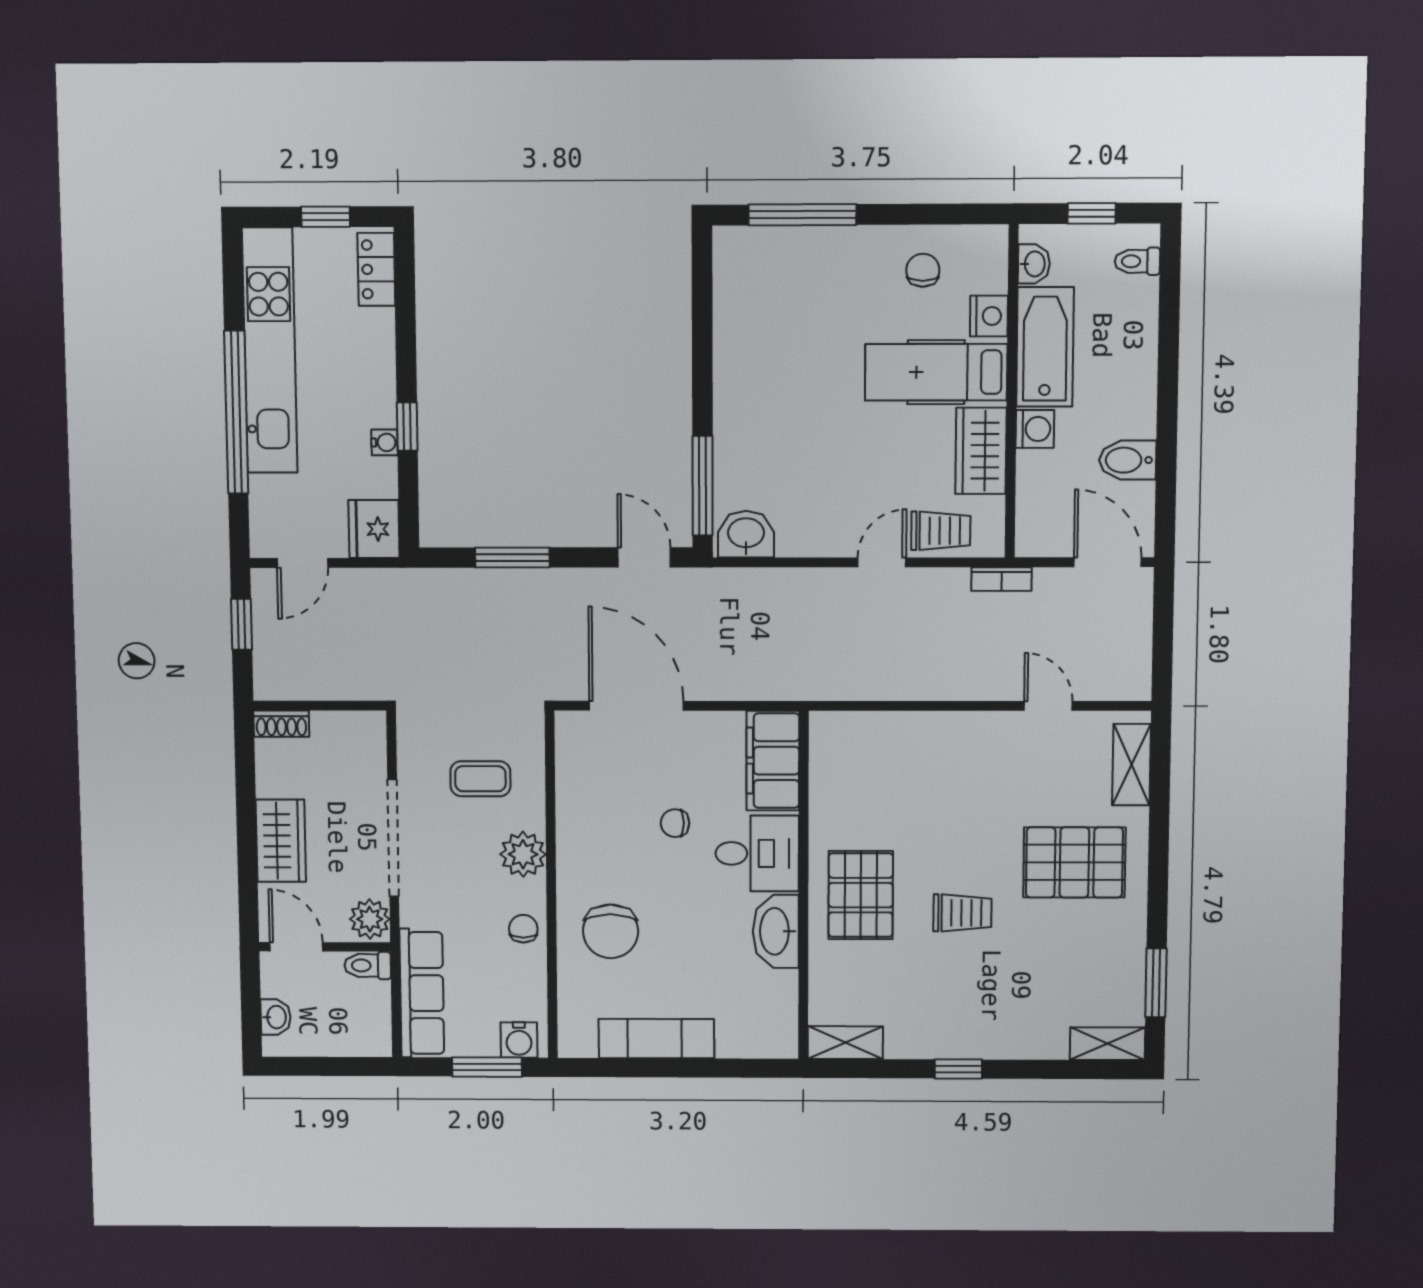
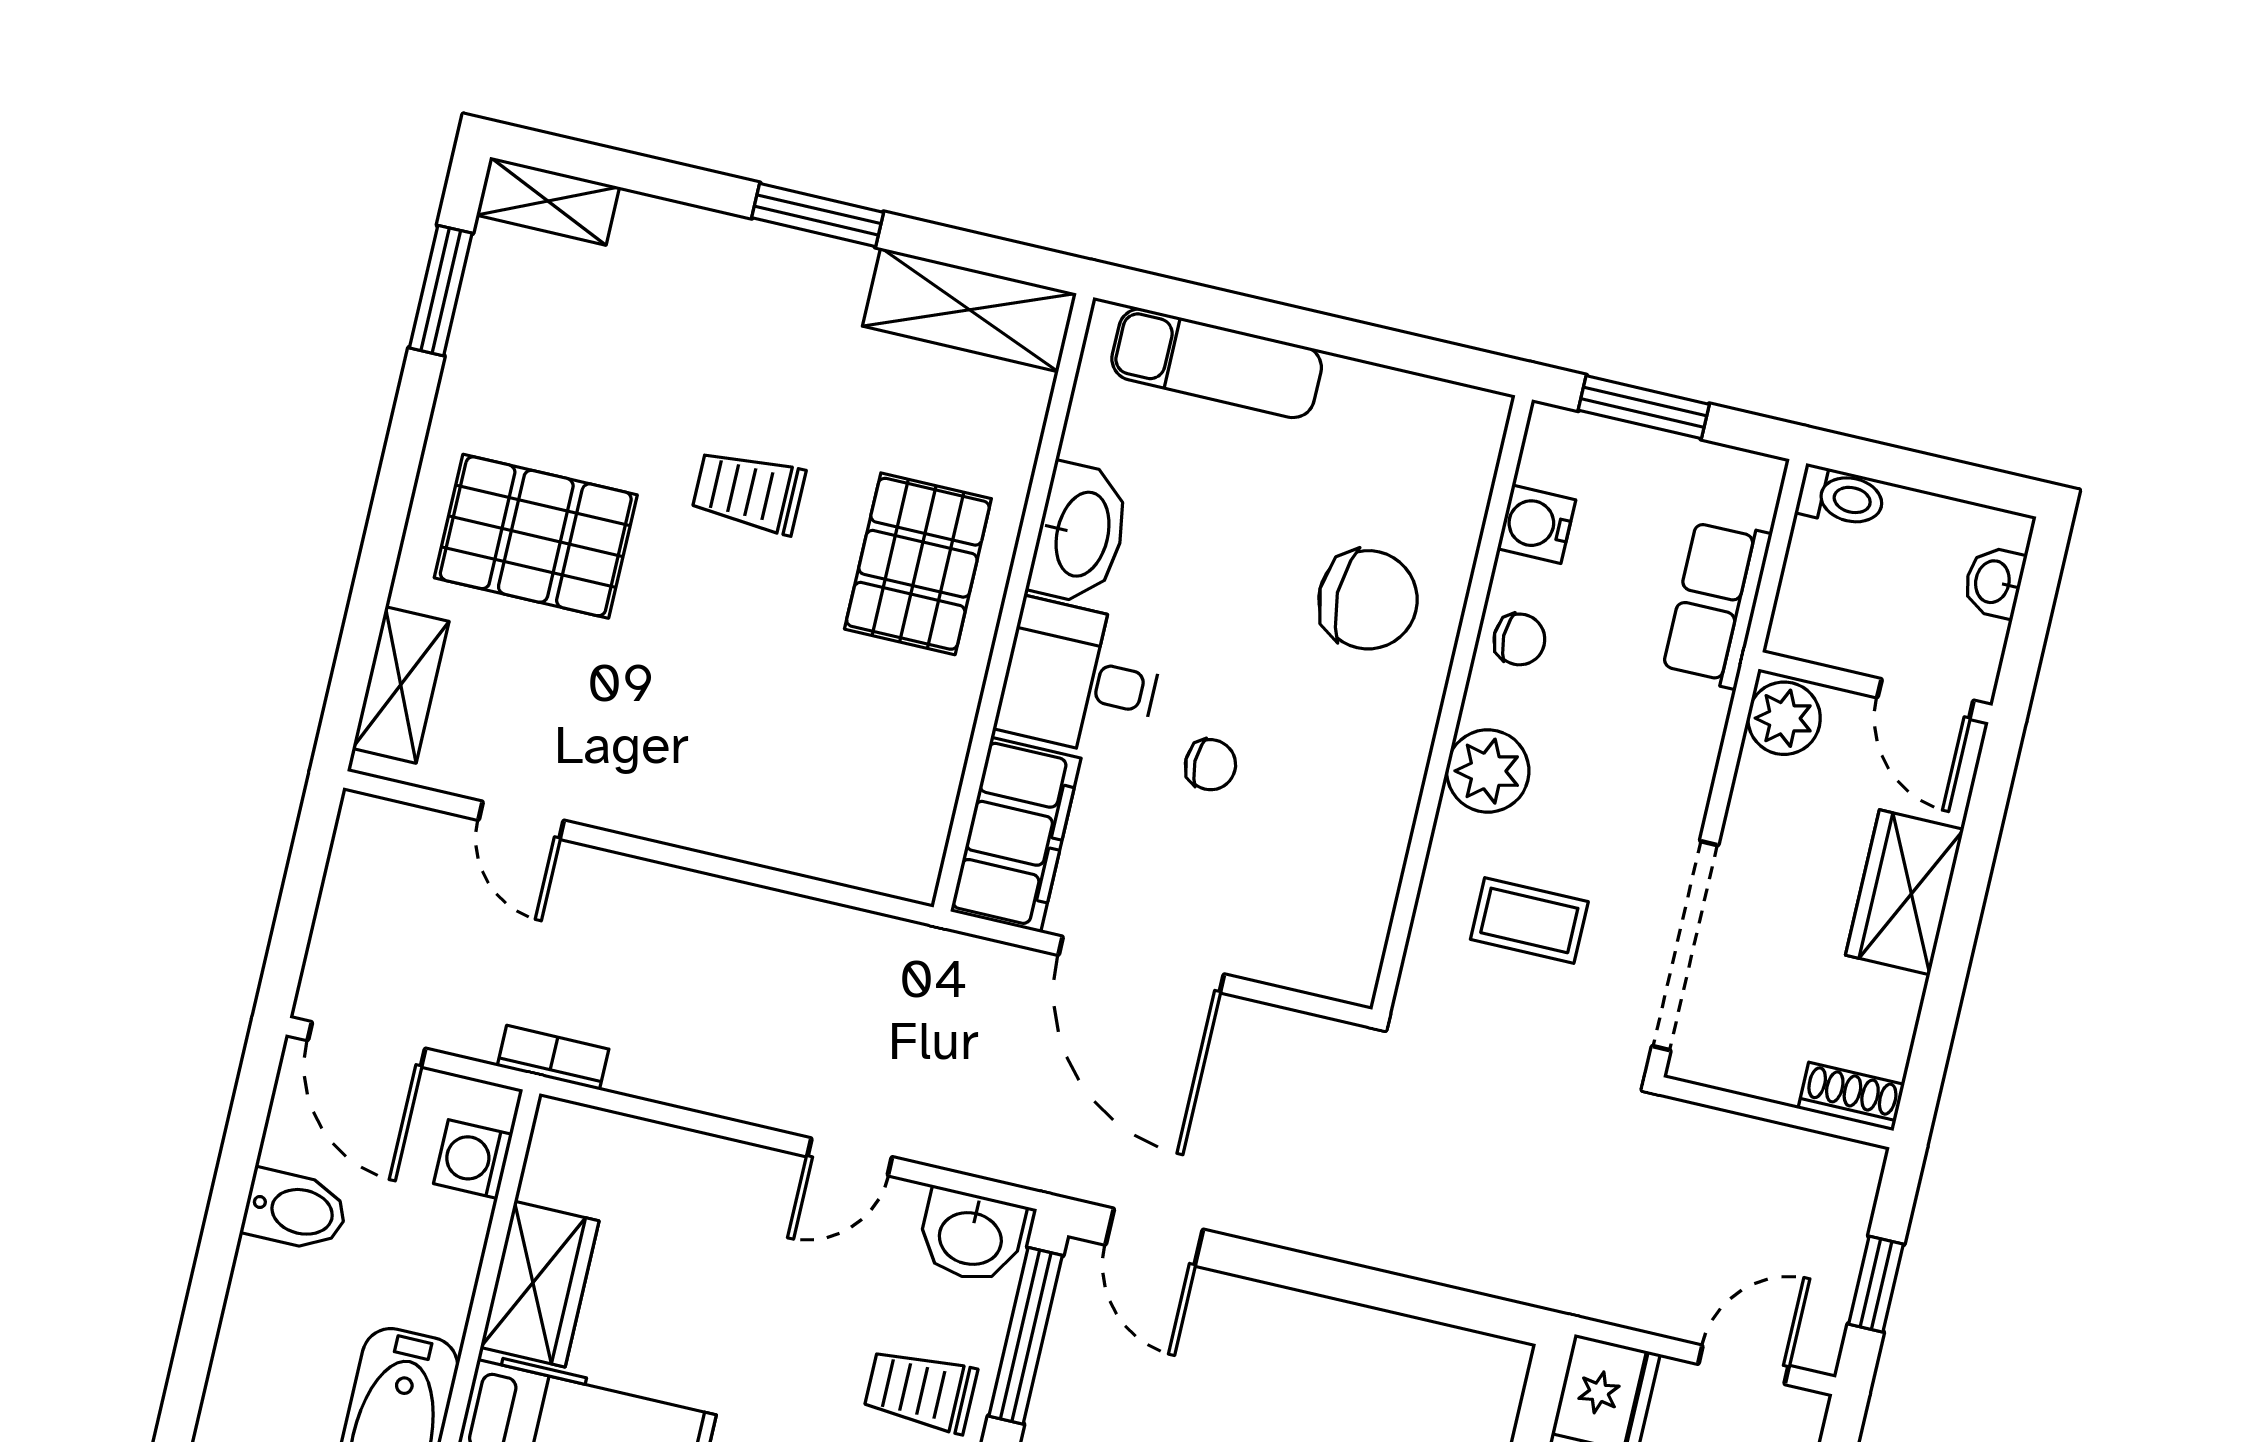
washing machine: (1035, 429) -> (473, 1159), moved
trolley: (941, 531) -> (921, 1391), moved
window: (512, 558) -> (1380, 1290), removed
door: (882, 562) -> (850, 1157), moved
door: (636, 706) -> (1141, 965), moved
doorway: (393, 838) -> (1685, 946), moved
chair: (523, 929) -> (1519, 639), turned -90
chair: (611, 931) -> (1368, 600), turned 90
toilet: (368, 965) -> (1841, 497), moved
row of seats: (422, 993) -> (1717, 603), width x0.68
exam couch: (656, 1039) -> (1217, 363), moved
water cooler: (519, 1040) -> (1536, 524), moved, turned -90
shelving: (845, 1043) -> (970, 310), width x1.50, depth x1.33
window: (958, 1069) -> (818, 215), width x1.50

